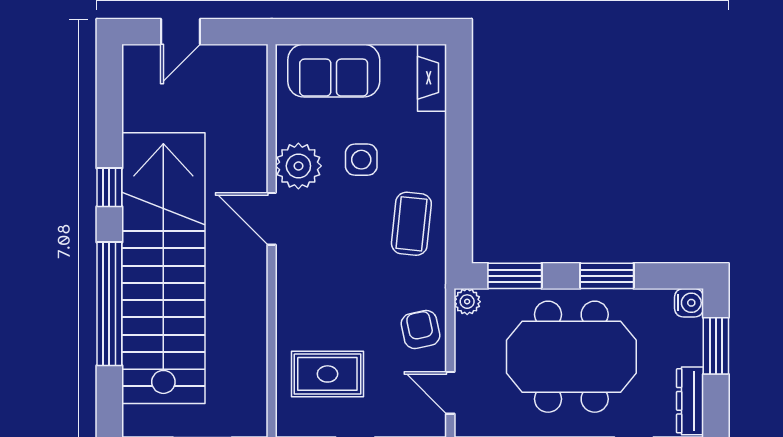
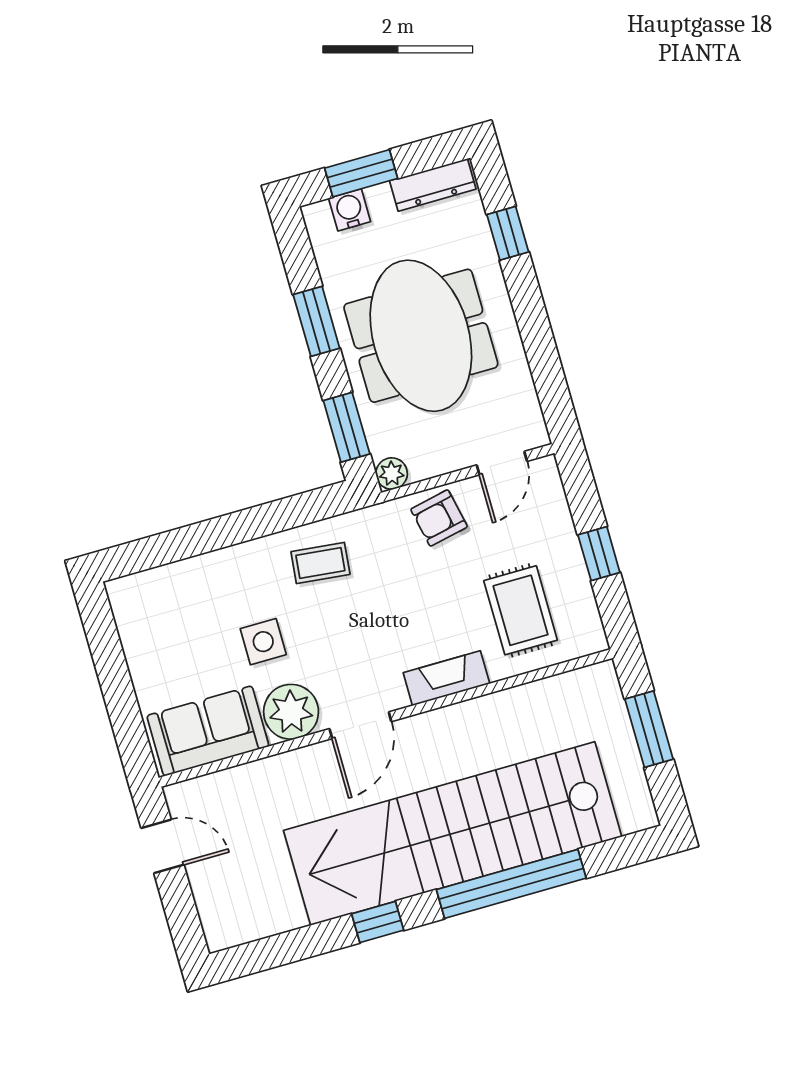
door: (180, 32) -> (162, 846), moved
sofa: (334, 71) -> (208, 731), moved, turned -90
fireplace: (432, 78) -> (446, 678), moved, turned 180
coffee table: (411, 224) -> (320, 563), width x0.73, depth x0.77
water cooler: (689, 303) -> (350, 210), moved

